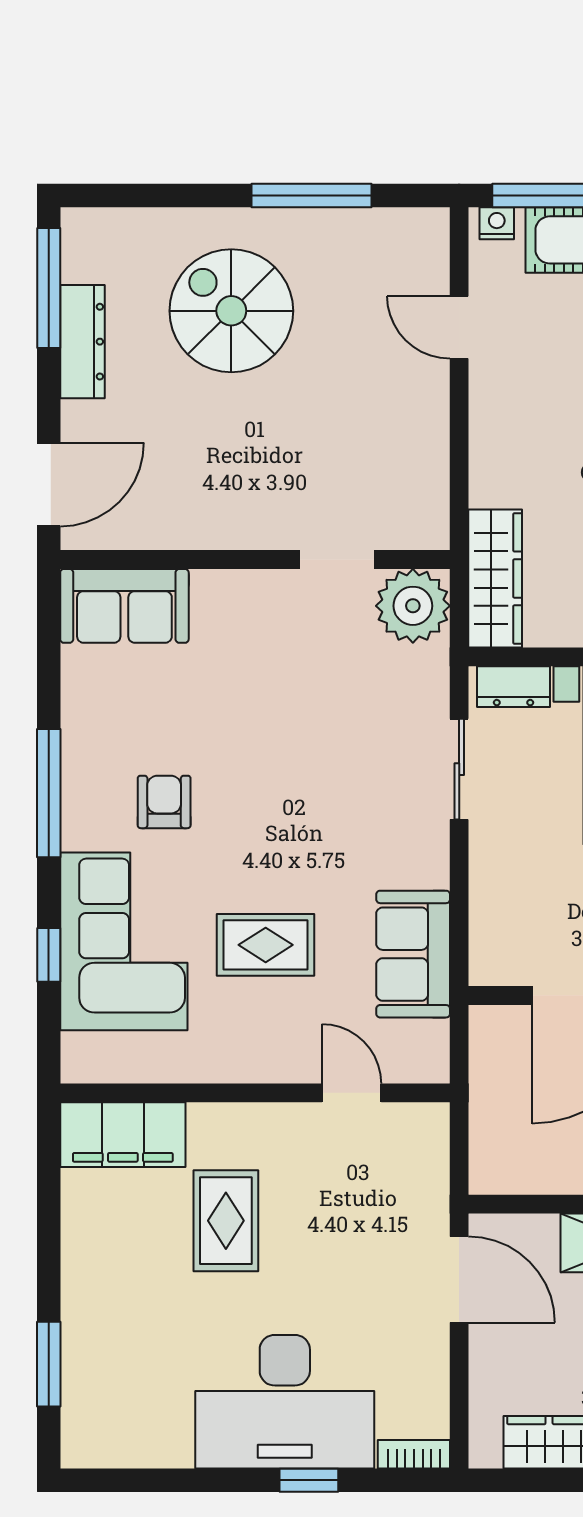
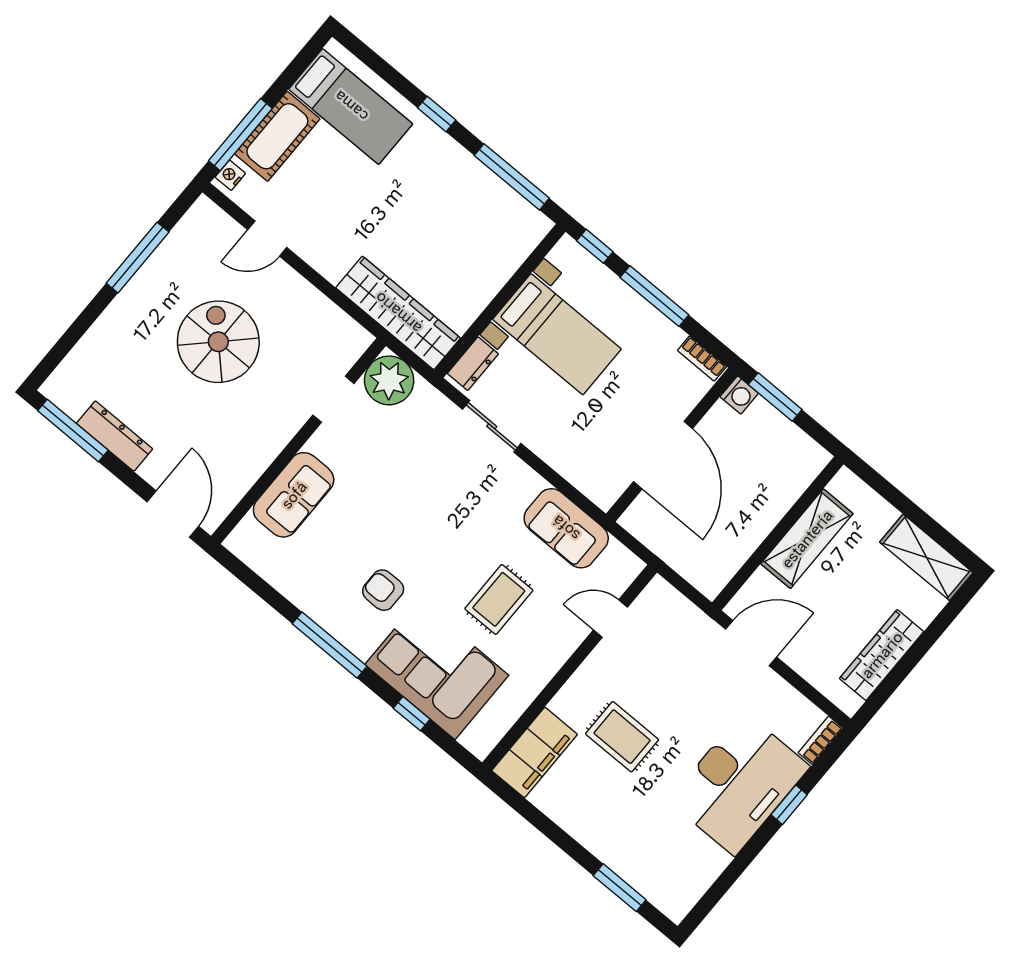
spiral stairs: (231, 311) -> (218, 342), moved, turned 90
wardrobe: (495, 578) -> (398, 313), width x1.40, depth x1.17
sofa: (124, 606) -> (294, 495), moved

